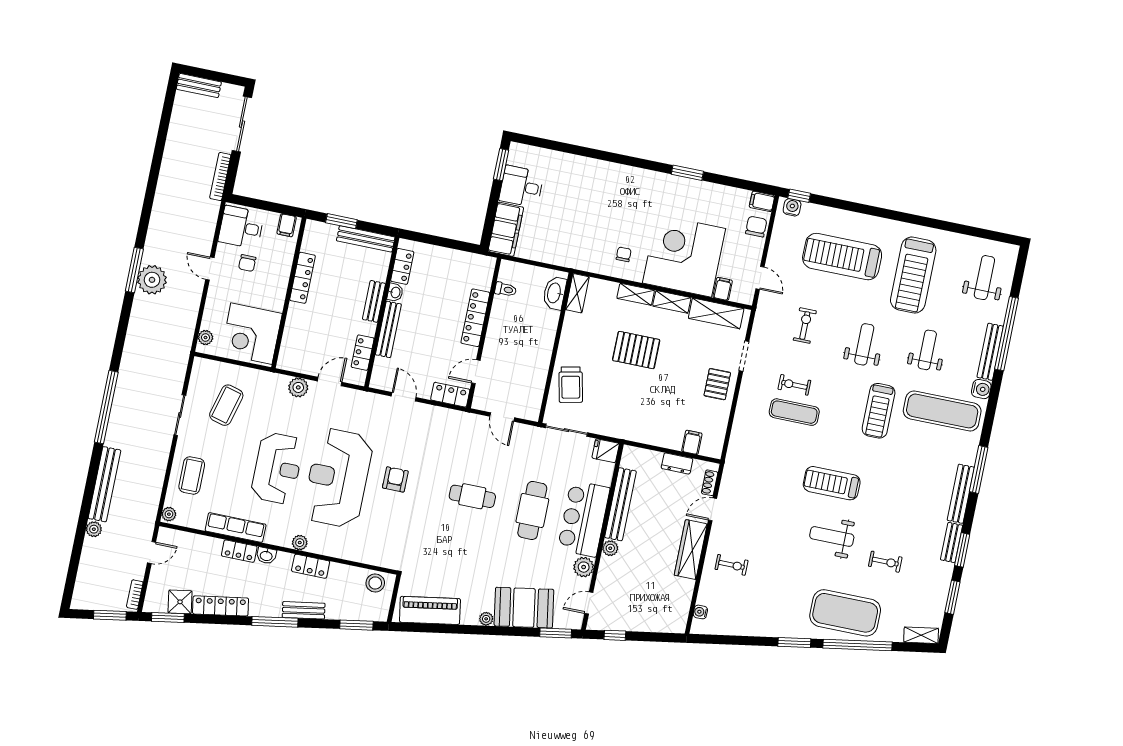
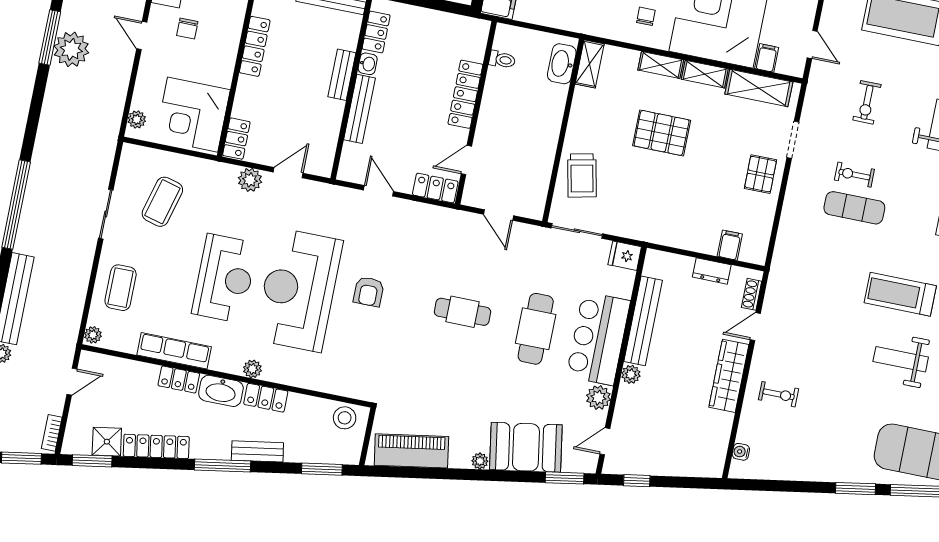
exercise bike: (805, 326) -> (867, 102), turned 180
locker: (363, 353) -> (236, 139), moved, turned 180
armchair: (395, 479) -> (369, 292), turned 180
washbasin: (266, 556) -> (221, 391), width x1.91, depth x1.45

